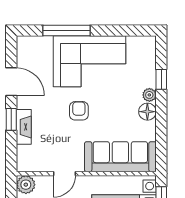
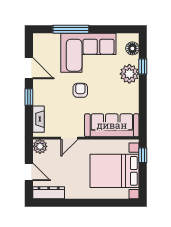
plant: (149, 95) -> (129, 74), width x1.88, depth x1.88
floor lamp: (147, 112) -> (132, 48), moved
fireplace: (24, 127) -> (38, 119), moved

